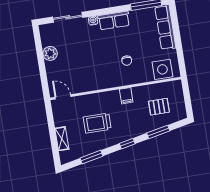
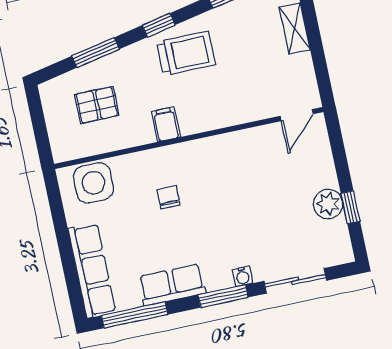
window: (103, 12) -> (223, 296), added
row of seats: (114, 20) -> (172, 285), moved
window: (39, 51) -> (350, 207), added
door: (63, 97) -> (297, 115), hinge flipped
trolley: (97, 123) -> (186, 53), moved

